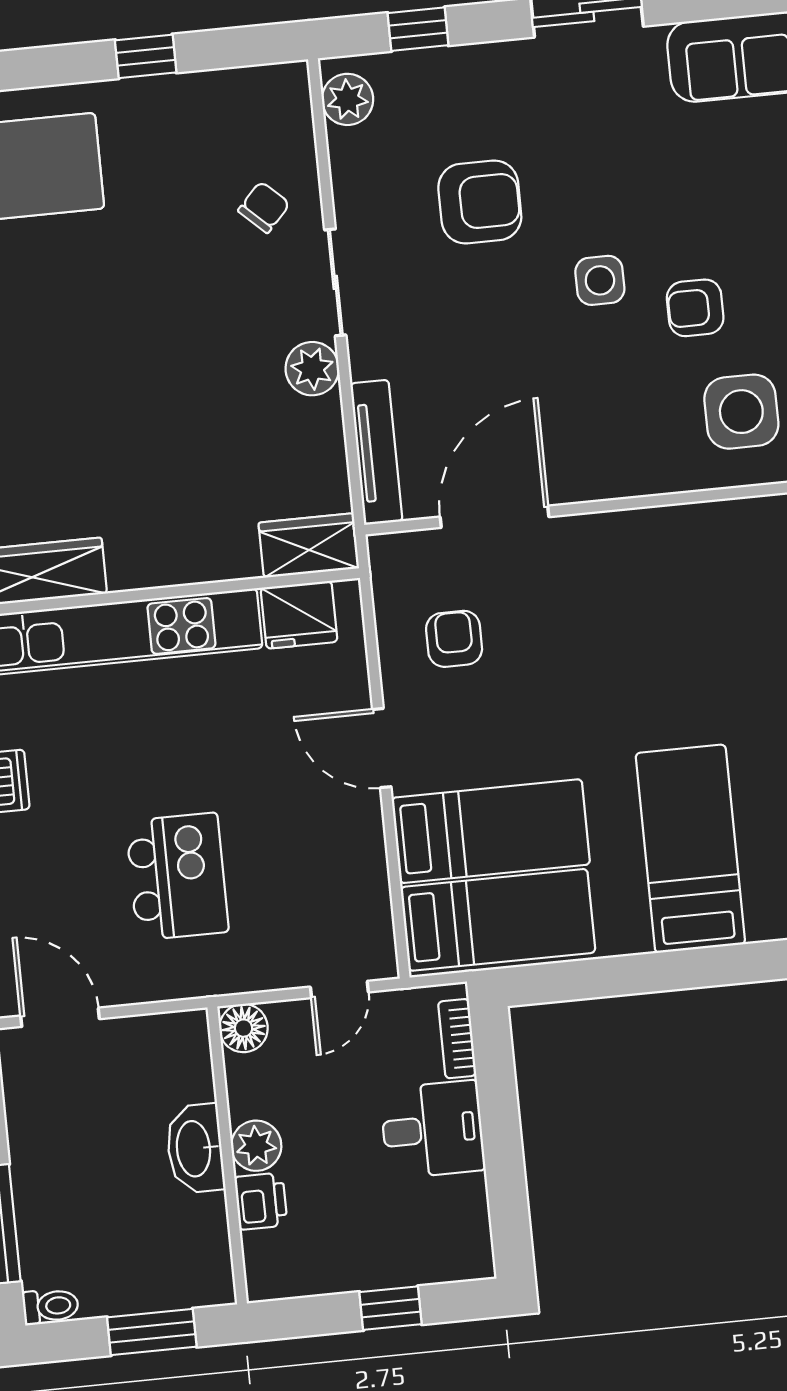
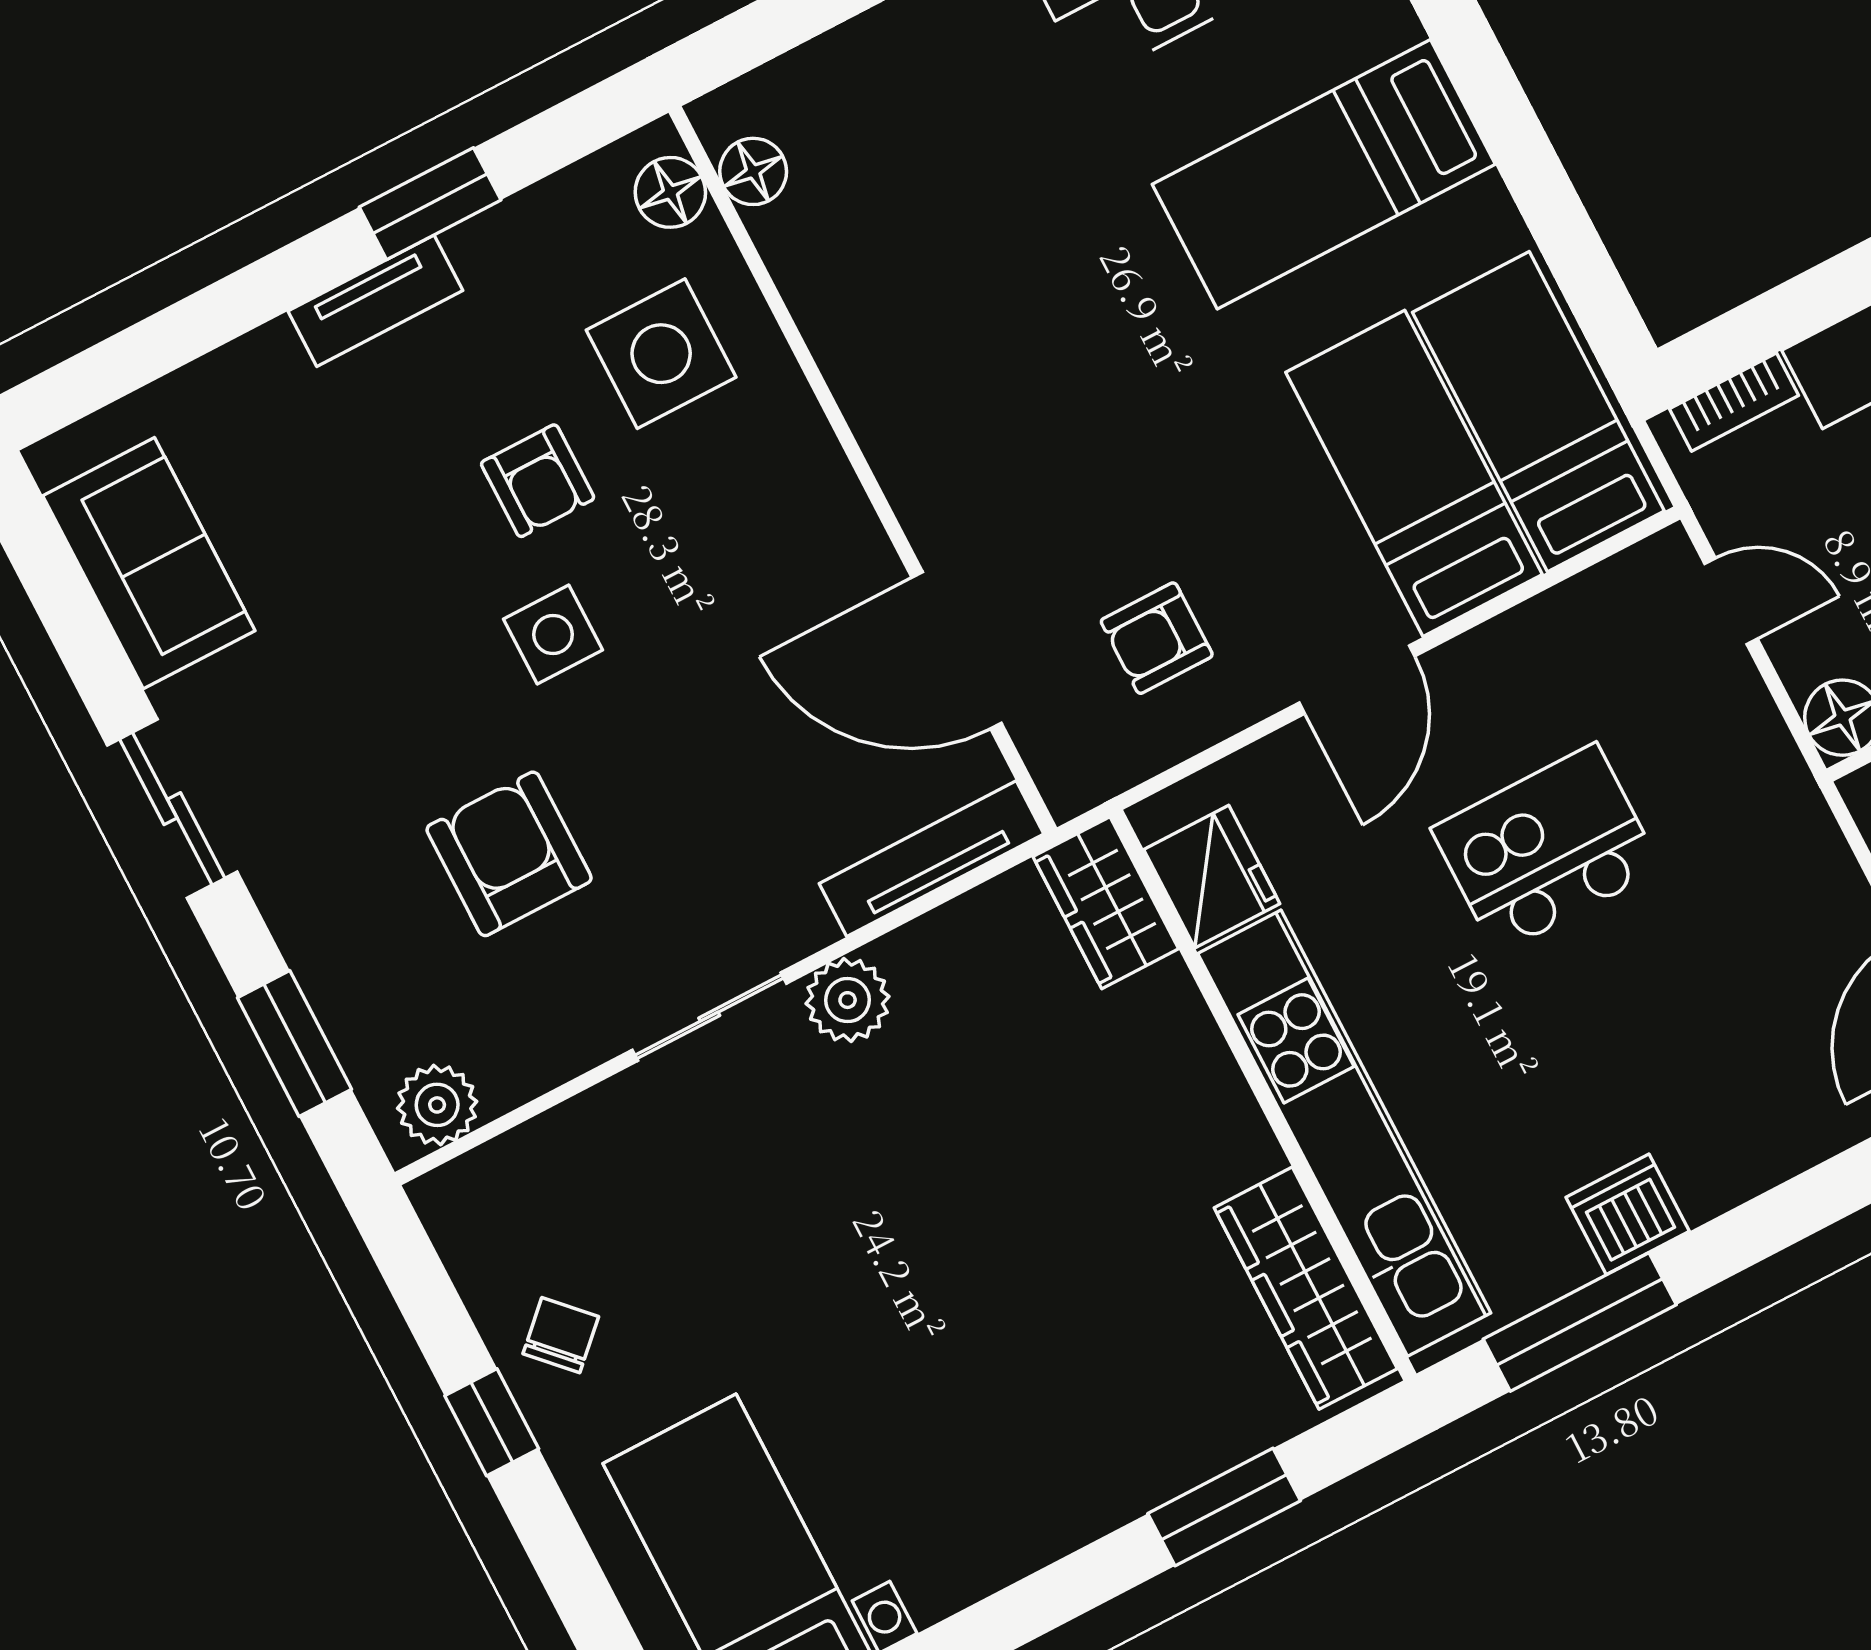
window: (418, 29) -> (294, 1043), width x1.50
chair: (264, 207) -> (561, 1335), moved, turned 93
kitchen island: (177, 877) -> (1546, 849), moved

